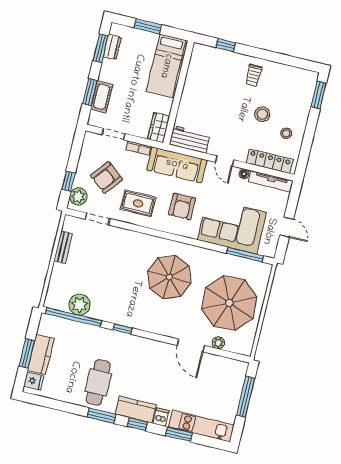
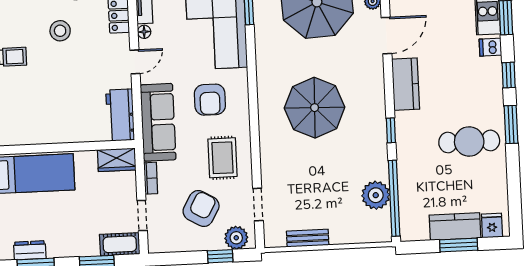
cot: (102, 97) -> (120, 244), moved
armchair: (106, 178) -> (201, 209), turned -98
armchair: (182, 206) -> (210, 100), turned 90
parasol: (169, 277) -> (315, 108), moved
kitchen counter: (136, 409) -> (406, 84), moved, turned 180

